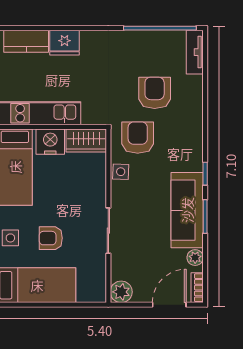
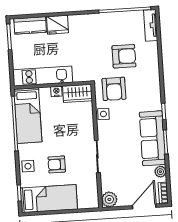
armchair: (155, 93) -> (124, 56), turned 90
armchair: (138, 138) -> (114, 89), turned 180
nightstand: (50, 142) -> (56, 91), width x0.53, depth x0.56

